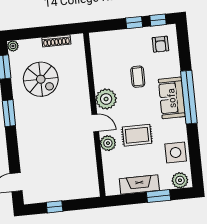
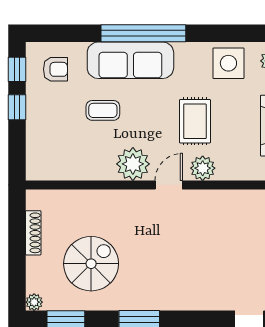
sofa: (172, 98) -> (130, 60), width x1.36

